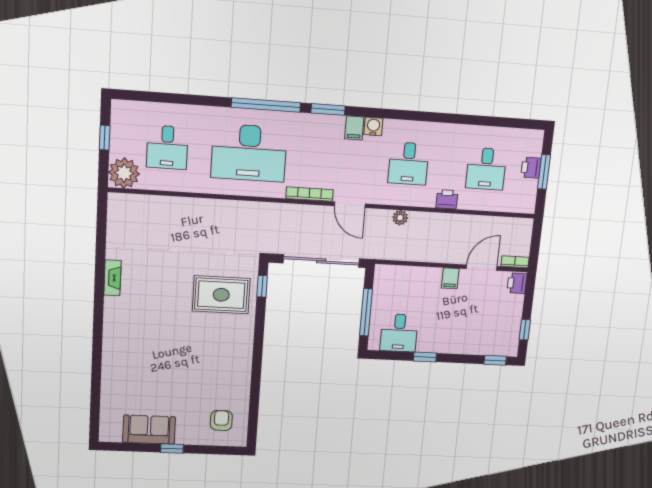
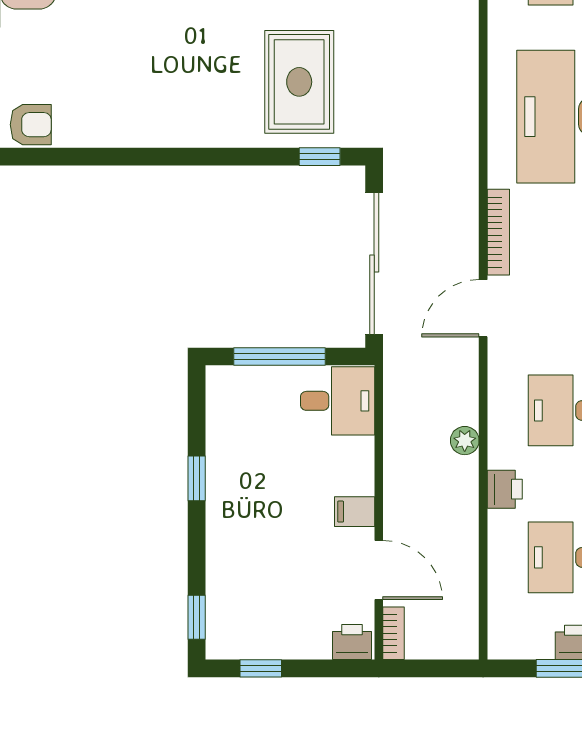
plant: (400, 218) -> (465, 441), moved
desk: (399, 333) -> (338, 401), moved, turned 180
armchair: (221, 420) -> (31, 125), moved

